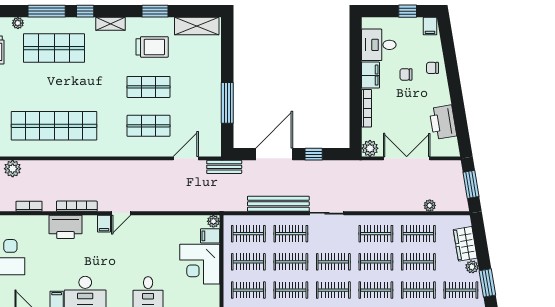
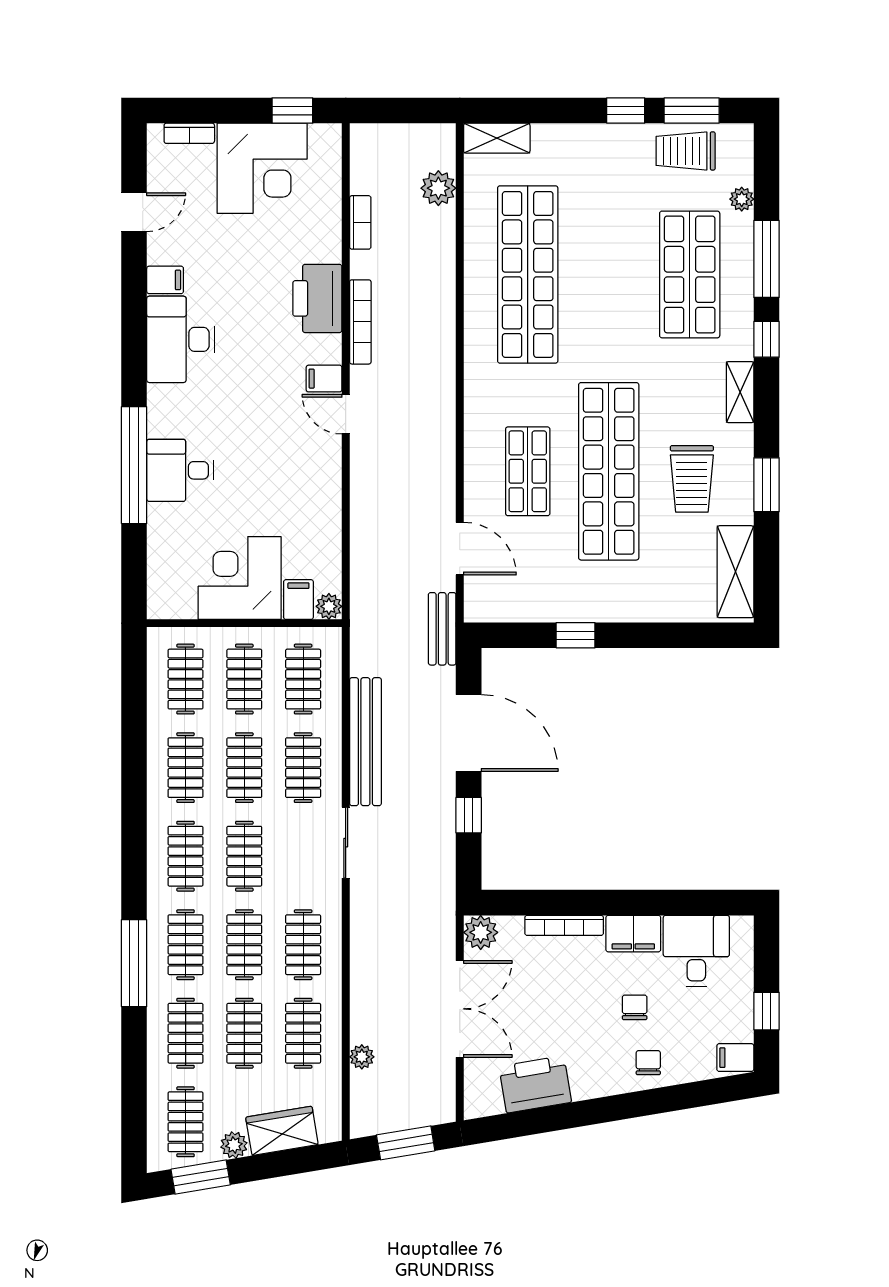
shop shelf: (149, 87) -> (609, 471), width x2.00, depth x1.36
window: (227, 103) -> (576, 635), width x0.46

